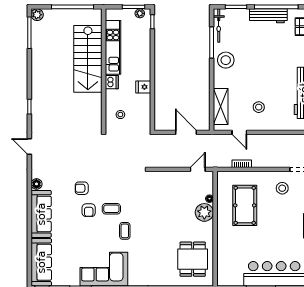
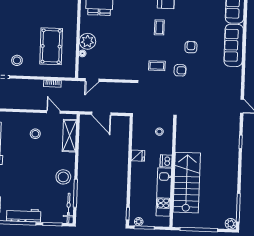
floor lamp: (36, 184) -> (237, 72), removed
armchair: (82, 188) -> (180, 70), moved
coffee table: (111, 209) -> (157, 66), moved

